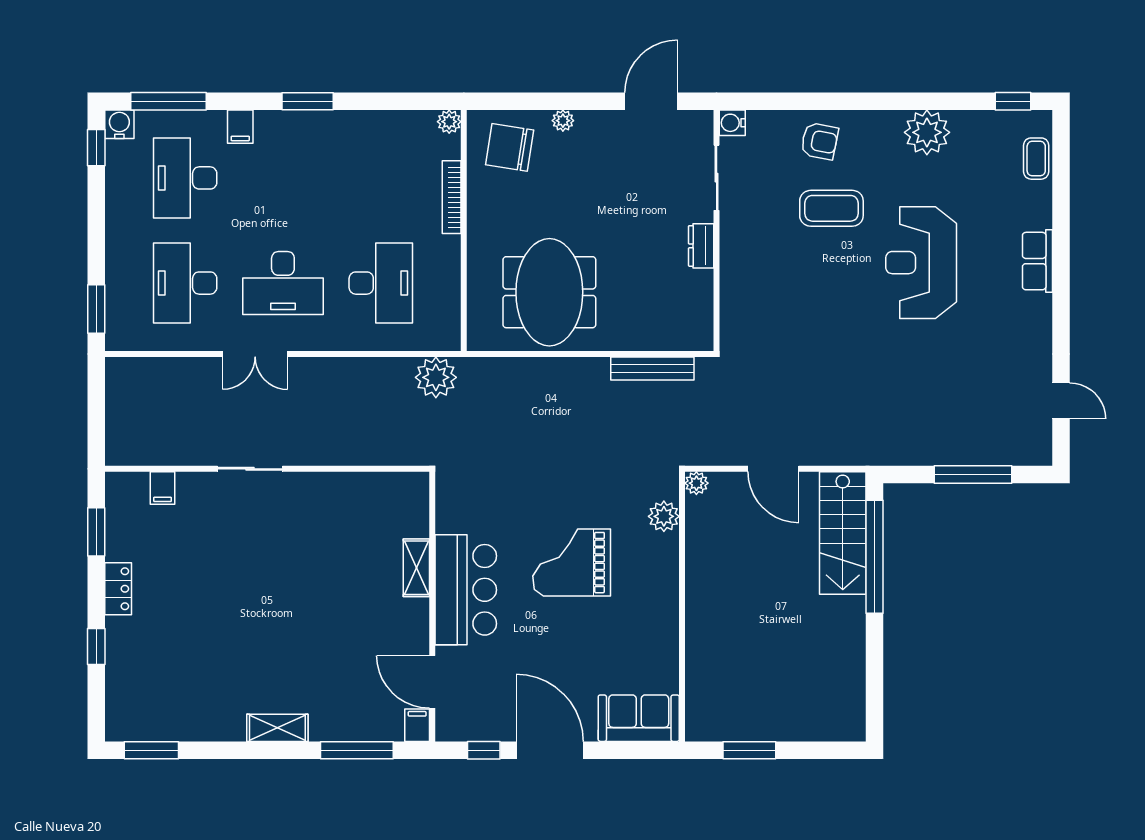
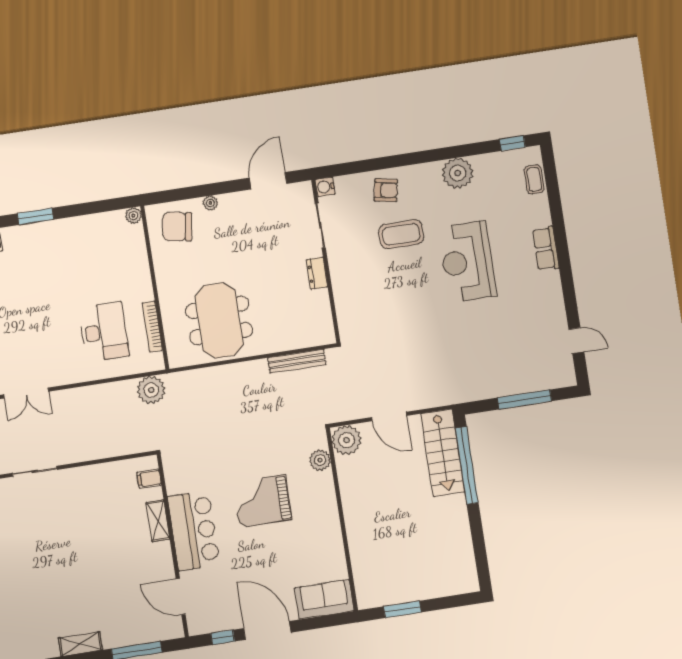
bookcase: (452, 197) -> (152, 327), moved
desk: (283, 283) -> (38, 342), removed
plant: (696, 483) -> (347, 440), width x1.88, depth x1.88
filing cabinet: (417, 725) -> (149, 479), moved, turned -90

